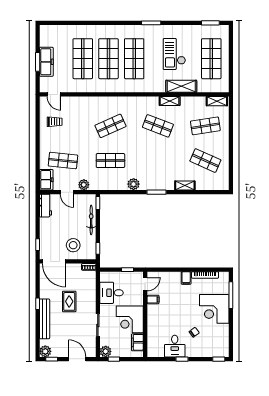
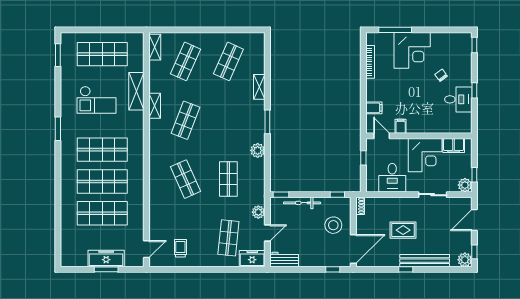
shop shelf: (205, 126) -> (185, 61), turned 33
filing cabinet: (186, 278) -> (374, 108), moved

